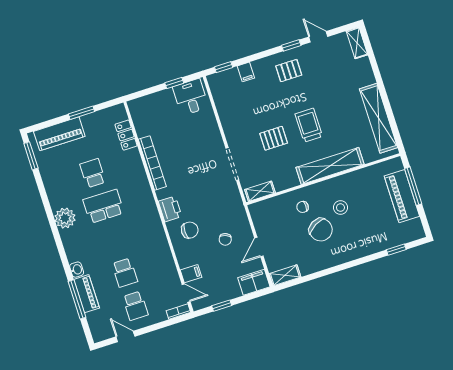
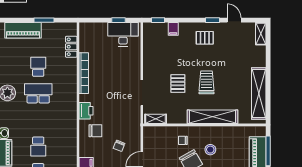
desk: (191, 97) -> (123, 34), width x1.37
pallet: (274, 138) -> (178, 84), turned 90

